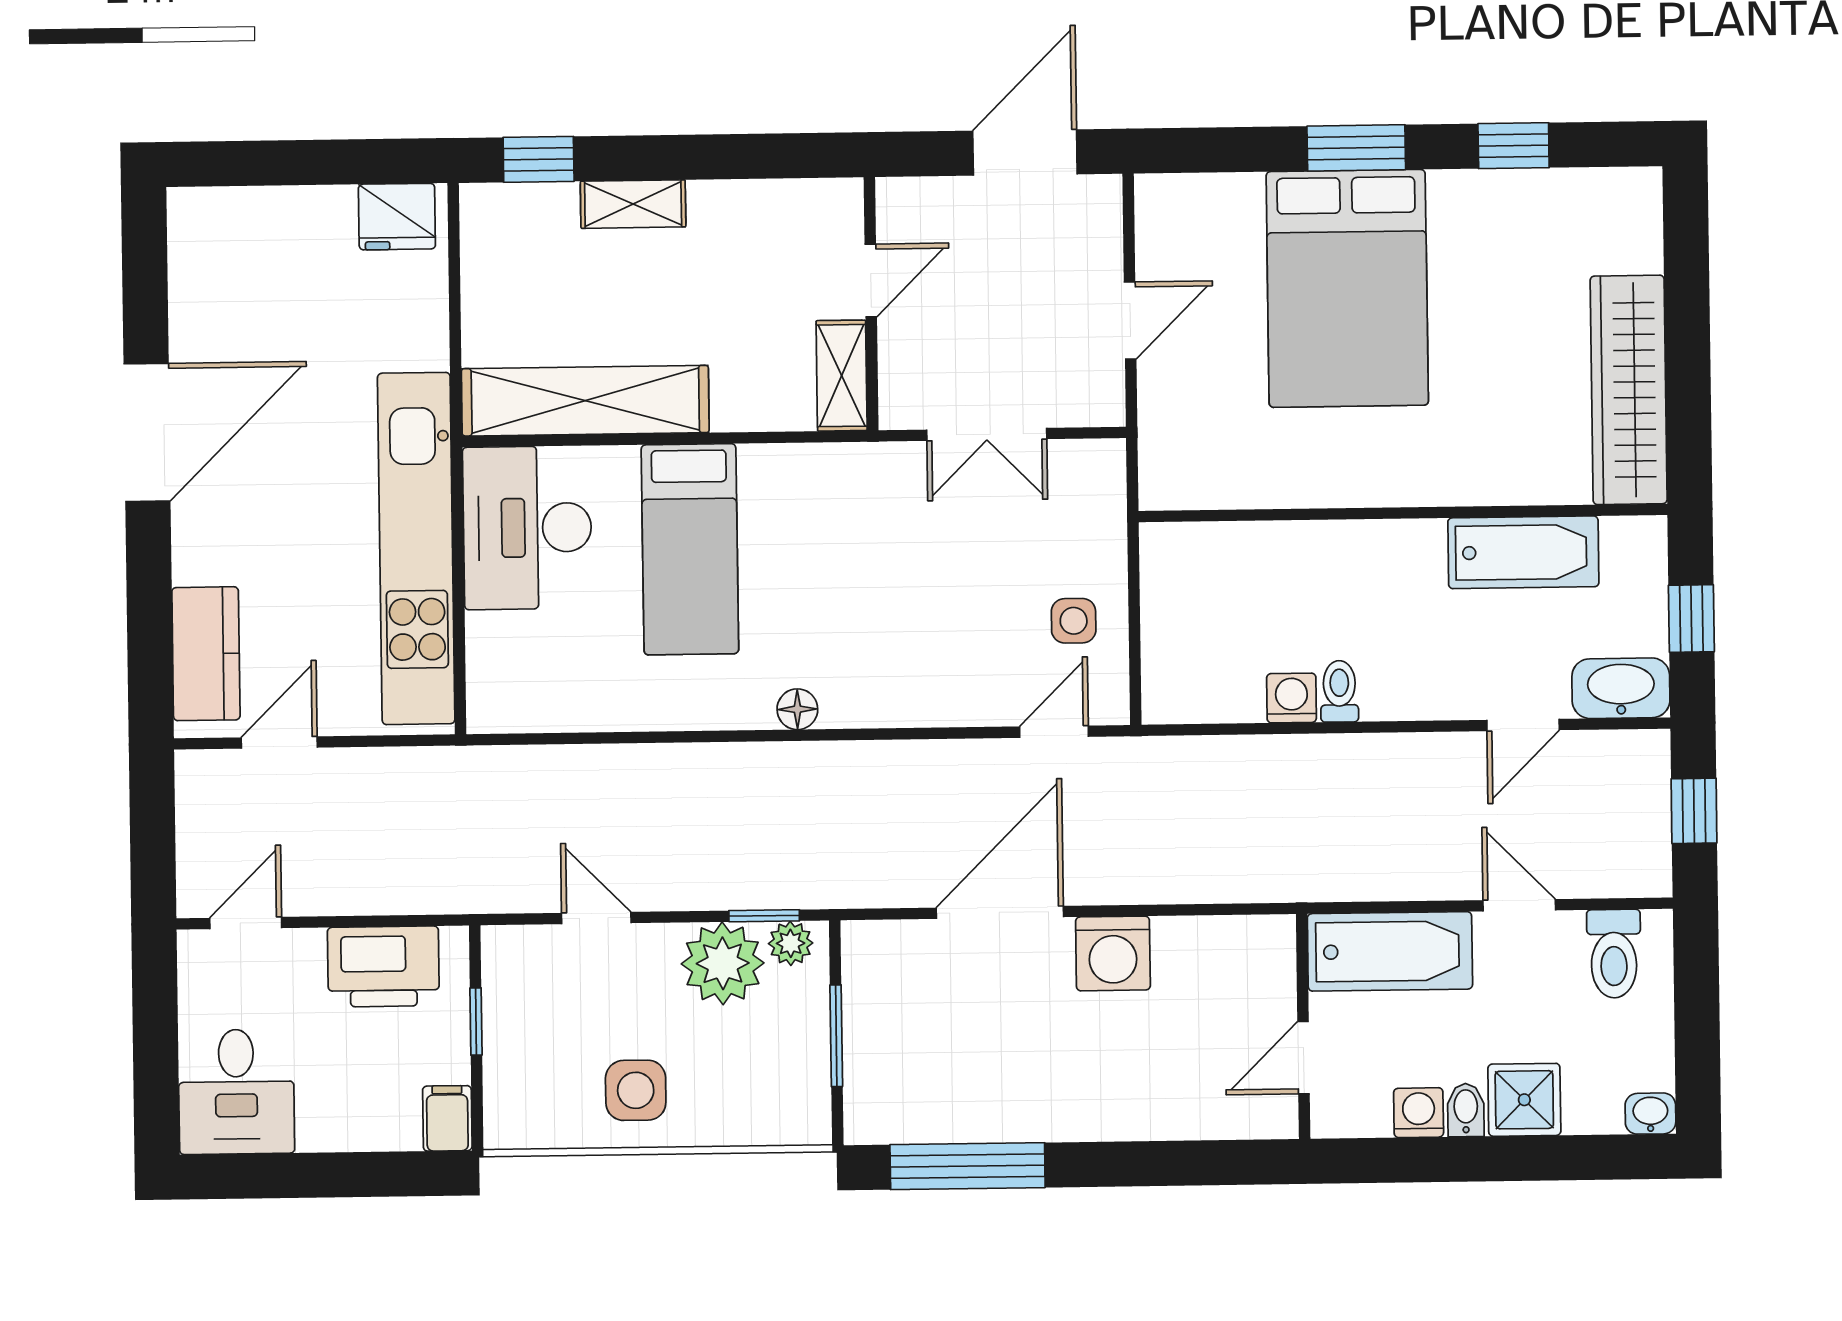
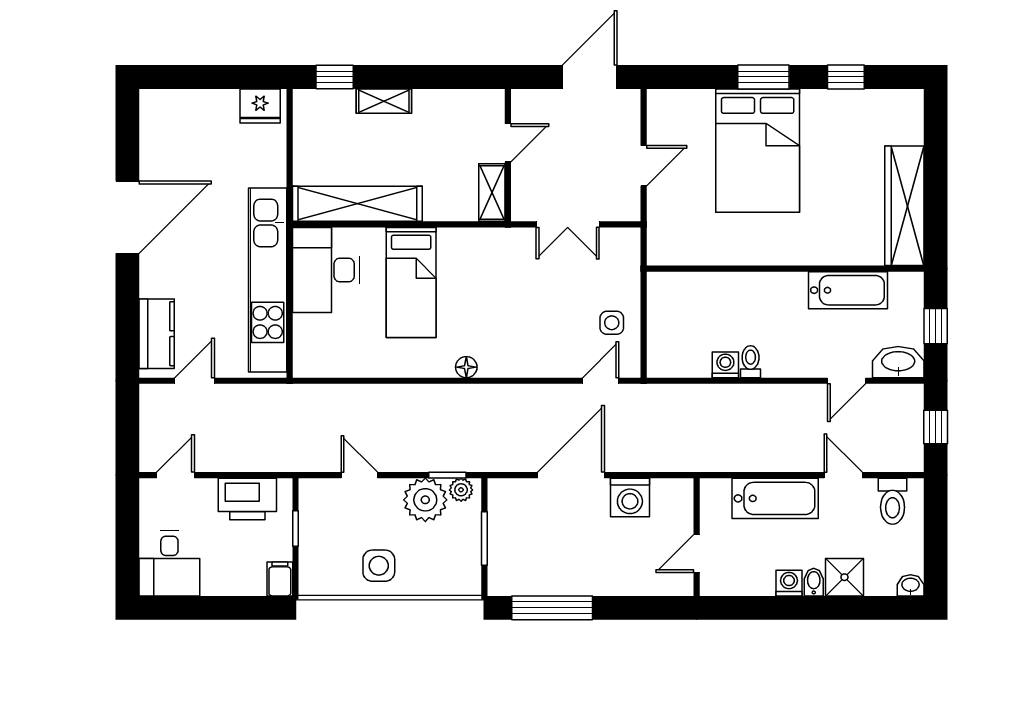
wall: (1303, 1026) -> (697, 537), moved
door: (1304, 1058) -> (697, 553), moved

